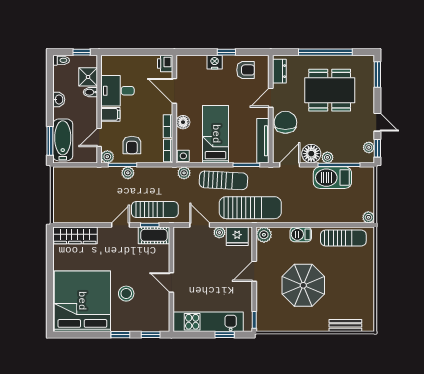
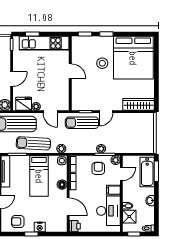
desk: (117, 91) -> (108, 211), width x1.37
cot: (154, 235) -> (83, 104), removed

